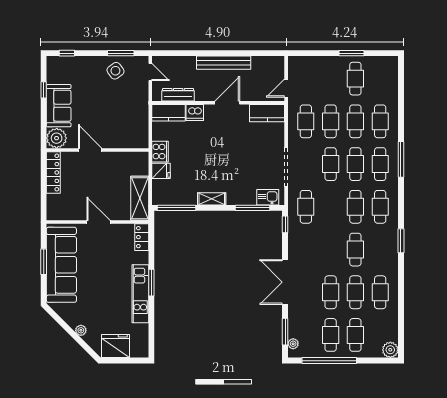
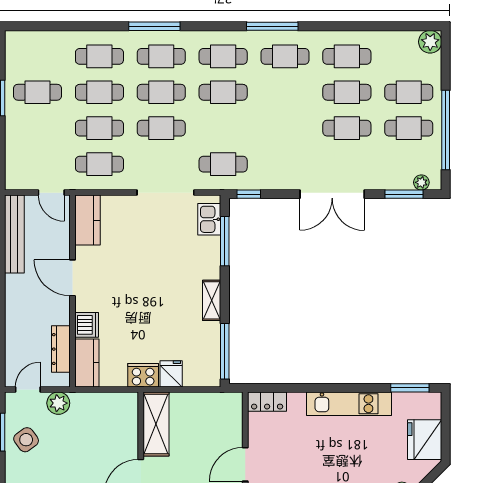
bench: (224, 63) -> (14, 234), moved
plant: (141, 93) -> (58, 403), added
shelving: (140, 198) -> (156, 424), moved, turned 90
window: (401, 241) -> (272, 26), width x1.44
cafe table: (355, 250) -> (285, 56), moved
window: (151, 283) -> (410, 388), moved

